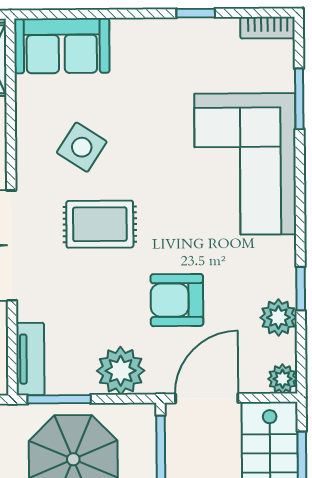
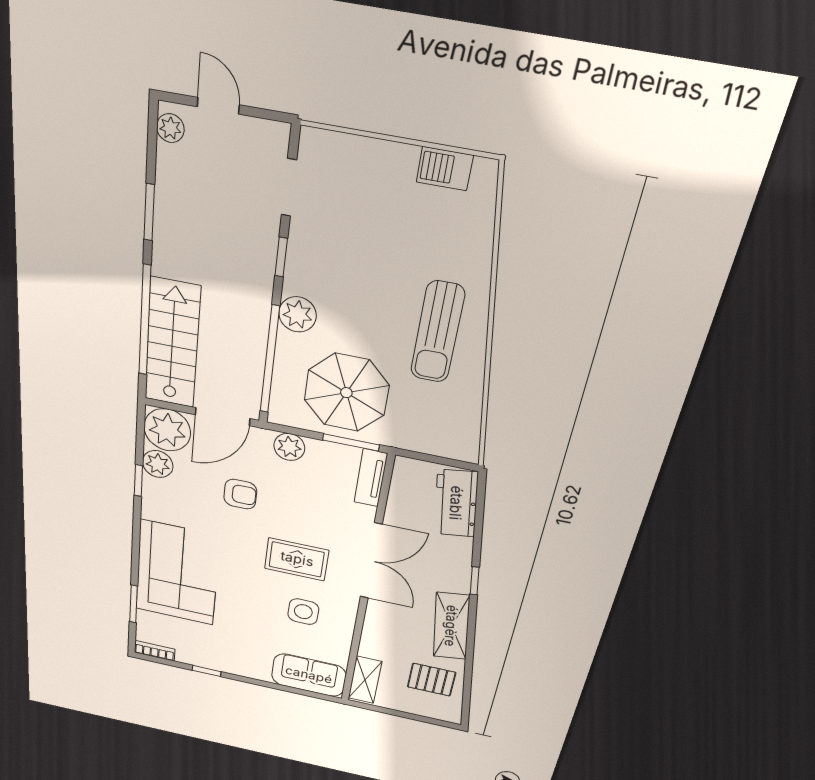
side table: (82, 147) -> (303, 612), turned -32
armchair: (177, 300) -> (240, 494), width x0.72, depth x0.72
plant: (121, 371) -> (289, 447), width x0.73, depth x0.73
plant: (282, 379) -> (167, 430), width x1.88, depth x1.88

